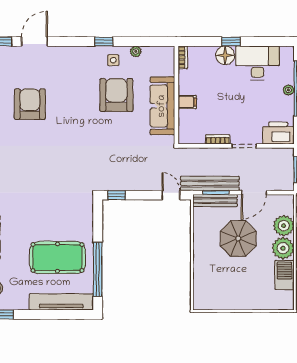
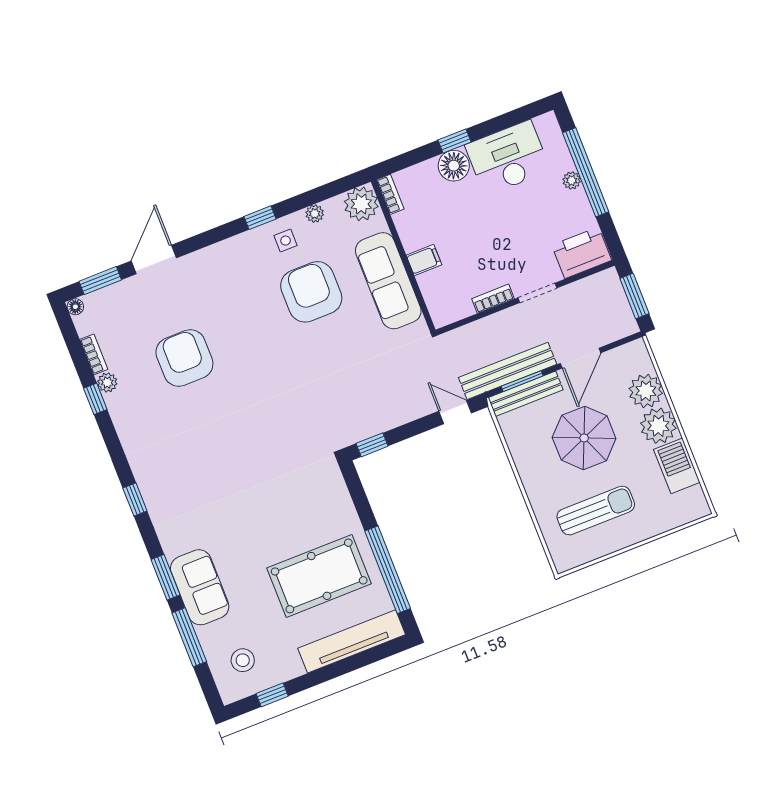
plant: (164, 56) -> (361, 204), added
sun lounger: (229, 282) -> (596, 511), added

